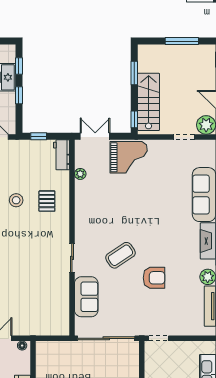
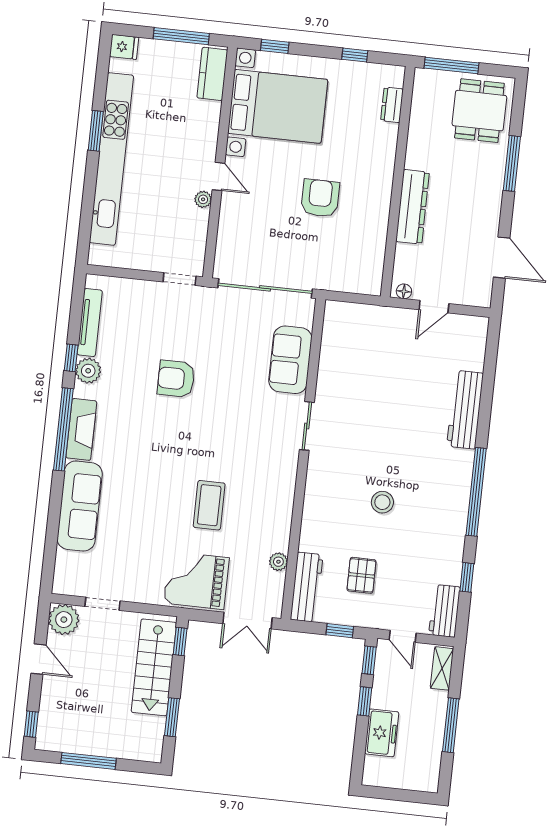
window: (19, 66) -> (369, 660), moved
workbench: (61, 155) -> (307, 587), width x1.38
stool: (16, 200) -> (382, 502), moved
pallet: (47, 201) -> (362, 575), moved
coffee table: (120, 255) -> (209, 505), moved, turned -56

